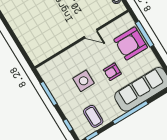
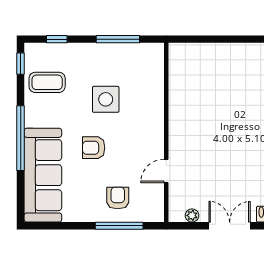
door: (91, 34) -> (166, 171), moved
armchair: (131, 44) -> (118, 198), width x0.53, depth x0.53
armchair: (112, 72) -> (94, 148), turned -90

